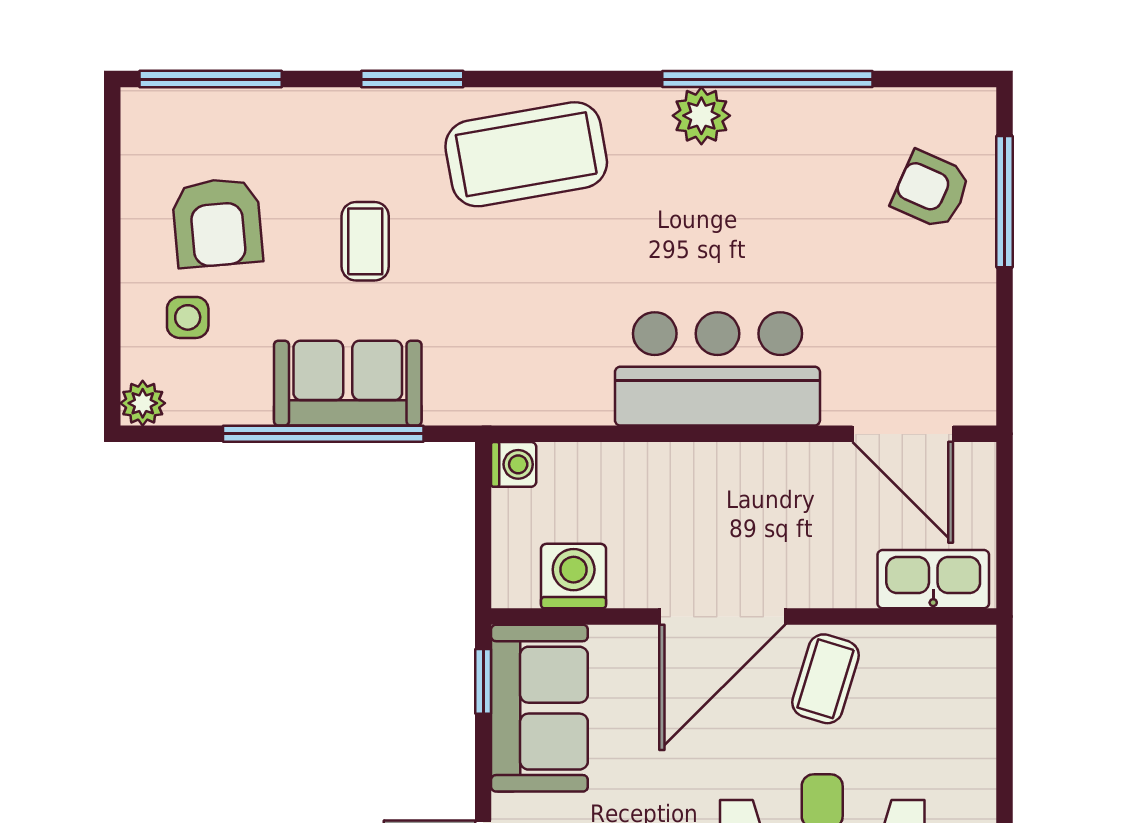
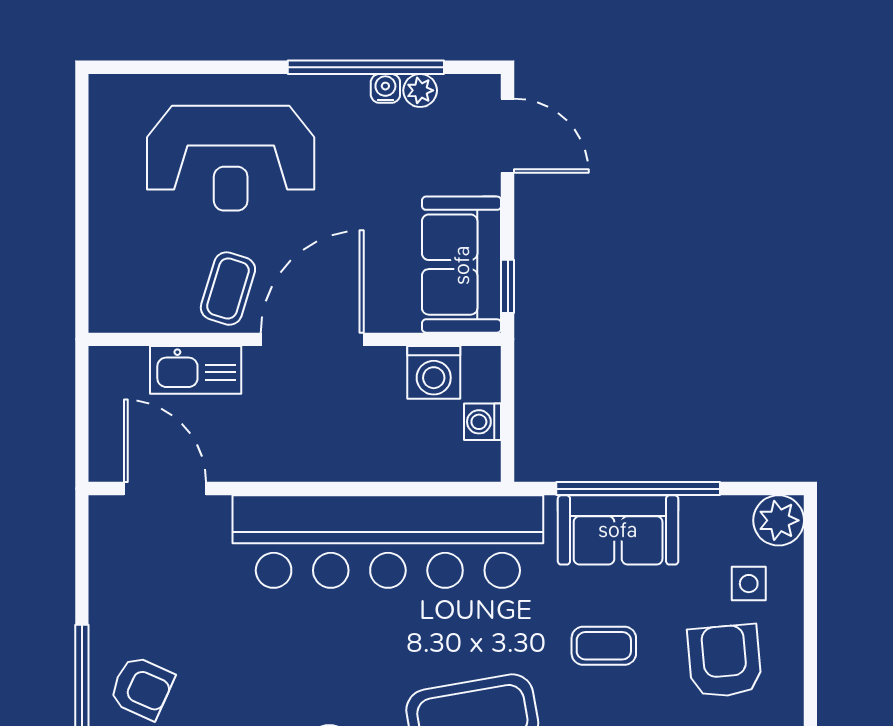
coffee table: (365, 241) -> (604, 646), turned 90
bar counter: (717, 369) -> (388, 542), width x1.86
plant: (143, 403) -> (779, 520), width x1.38, depth x1.38
washing machine: (514, 464) -> (483, 422), moved
kitchen sink: (933, 579) -> (196, 370), moved

